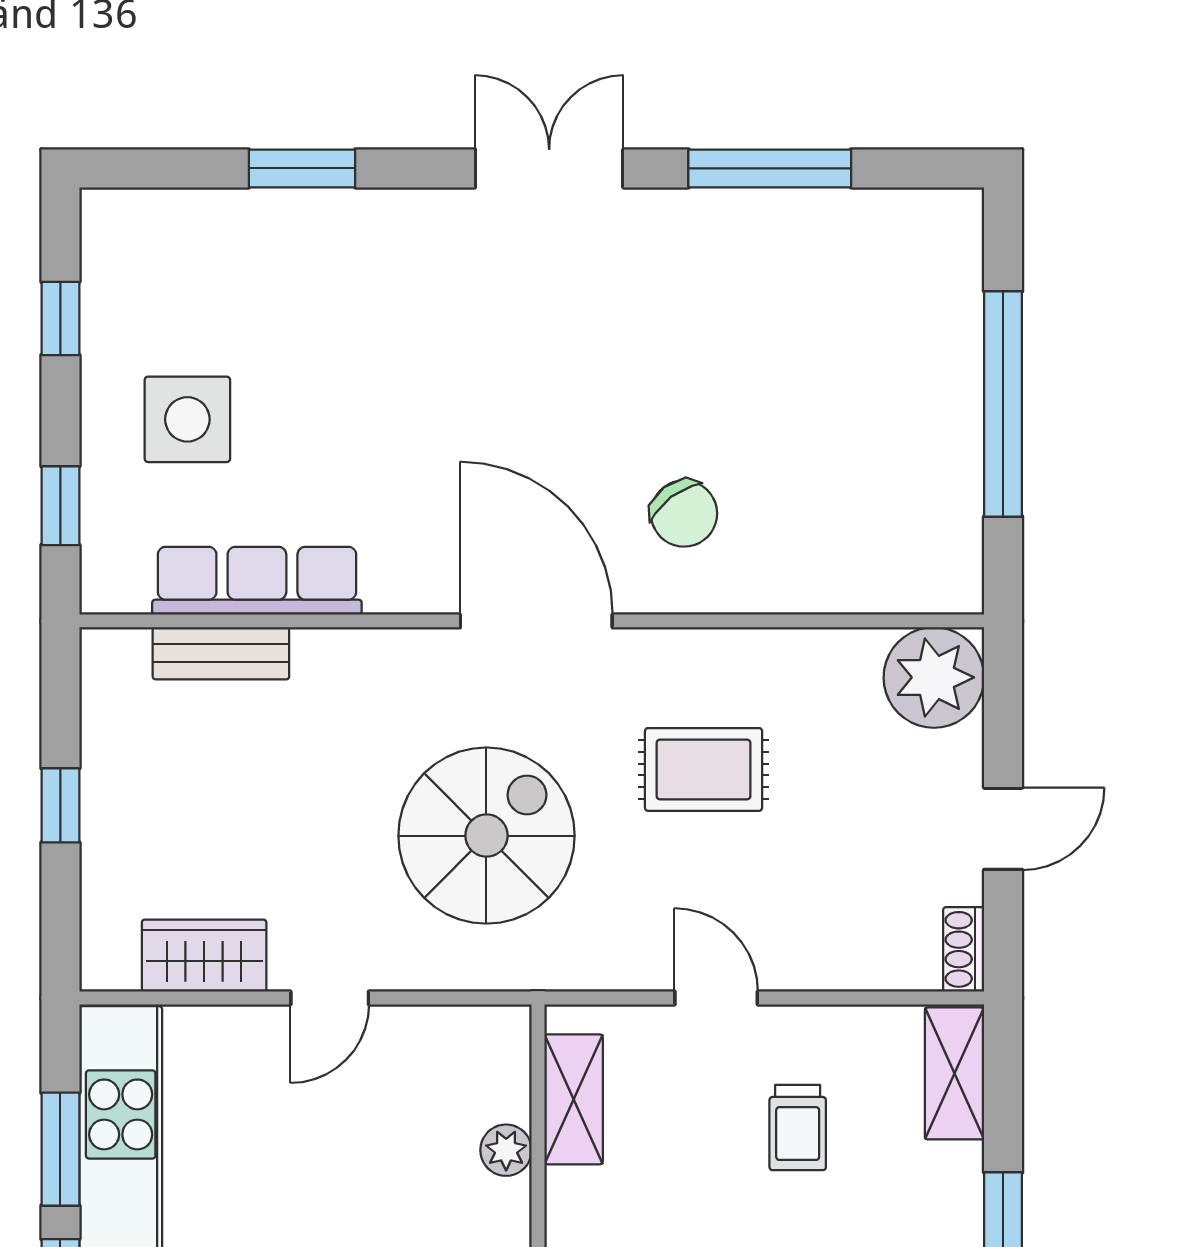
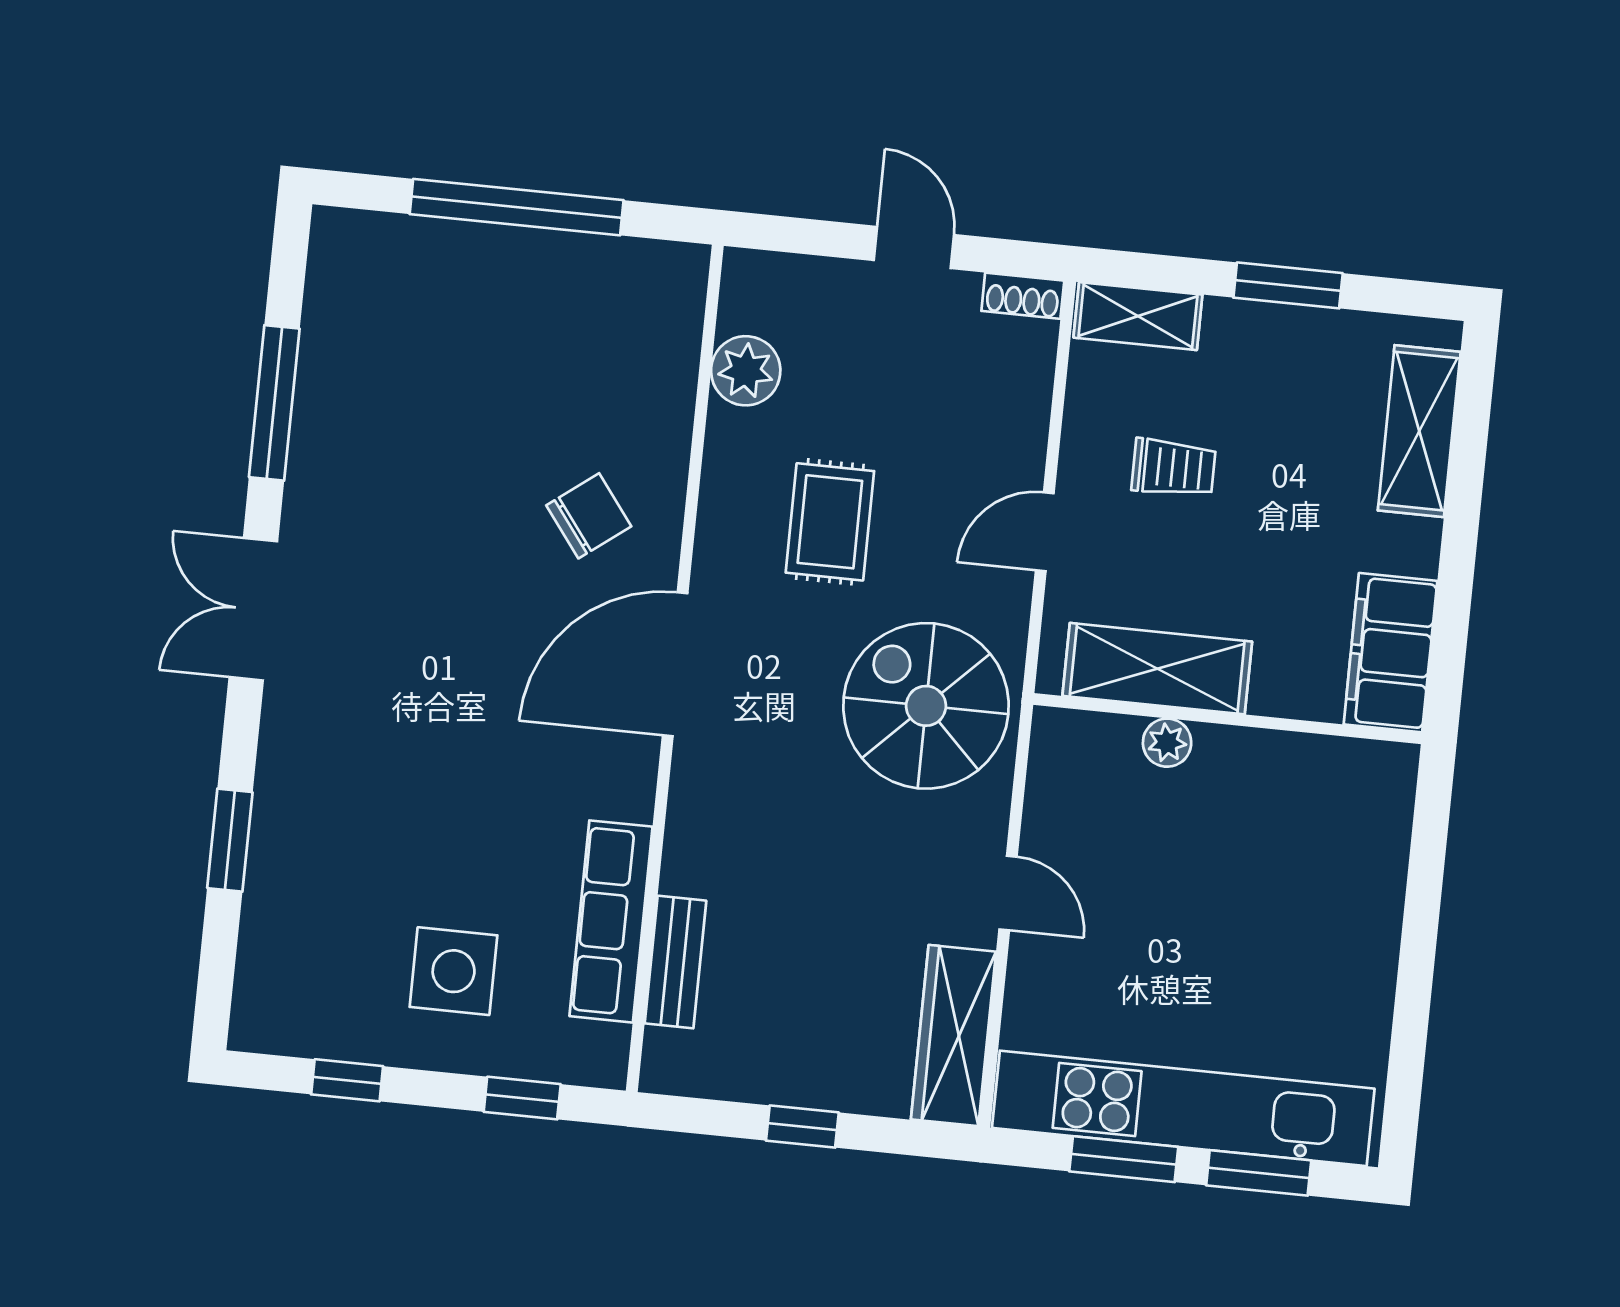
plant: (934, 677) -> (746, 371), moved, width x0.73, depth x0.73
spiral stairs: (486, 836) -> (926, 706), moved
wardrobe: (204, 956) -> (954, 1036), width x1.50
shelving: (574, 1099) -> (1157, 669), width x1.50, depth x1.33

